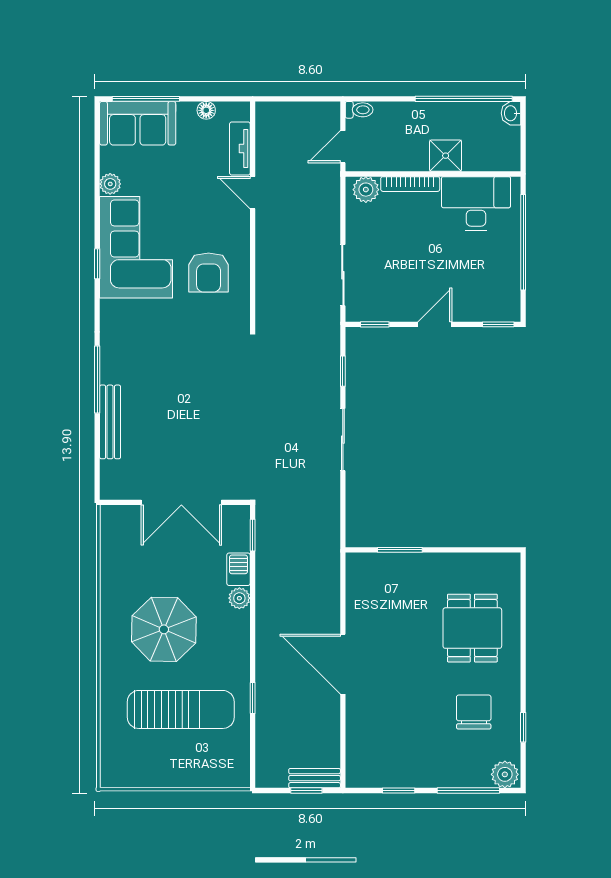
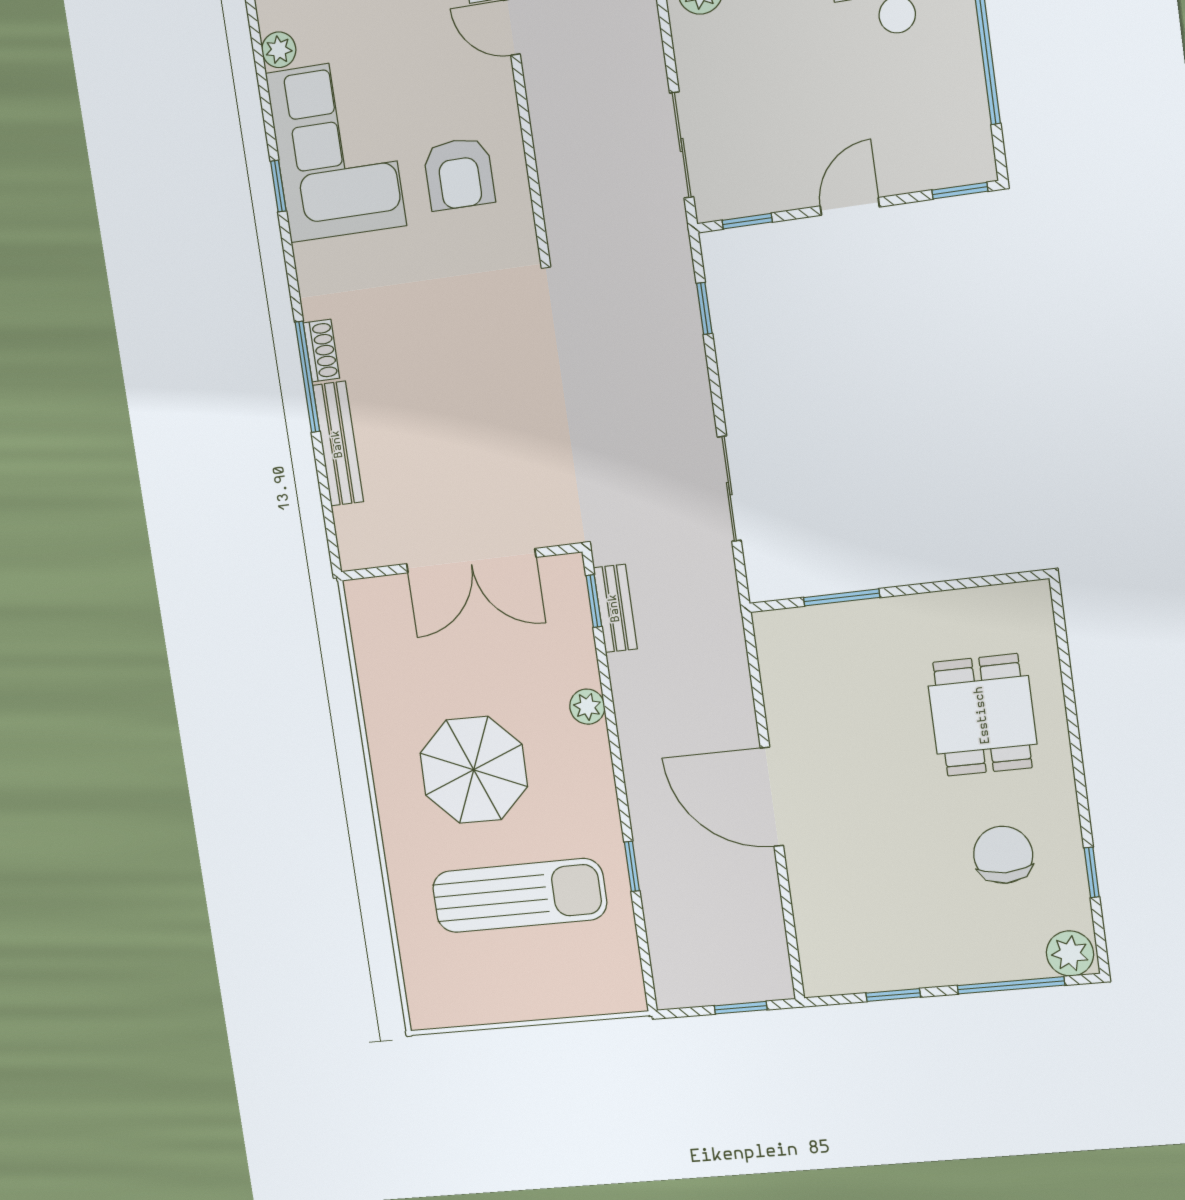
shoe rack: (108, 365) -> (321, 351), added
sliding door: (343, 440) -> (729, 489), moved
barbecue: (238, 569) -> (579, 659), removed
bench: (315, 778) -> (615, 608), moved, turned 90

